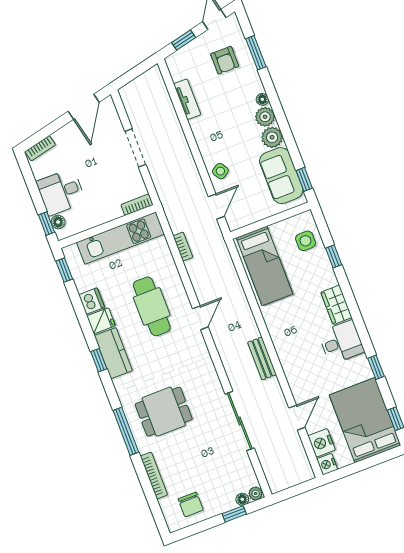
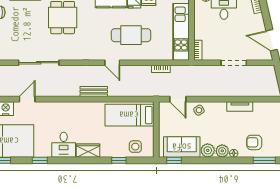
armchair: (225, 60) -> (254, 142), moved
tv unit: (187, 99) -> (240, 106), moved
bench: (262, 358) -> (94, 92), moved
door: (297, 418) -> (27, 99), swing flipped

